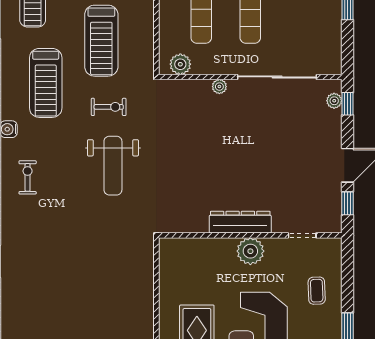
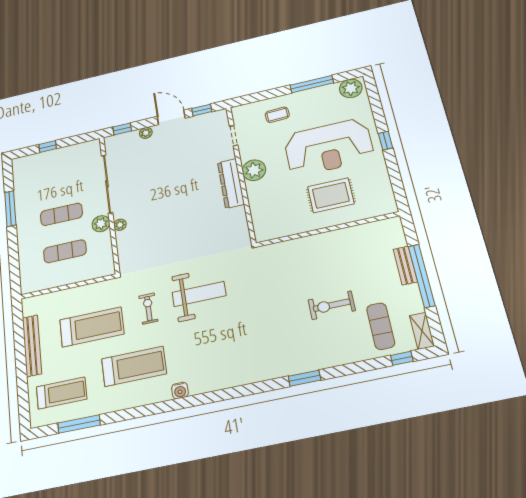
plant: (180, 64) -> (101, 224), moved
plant: (334, 101) -> (146, 133), moved
exercise bike: (28, 177) -> (332, 305), moved, width x1.38, depth x1.39

